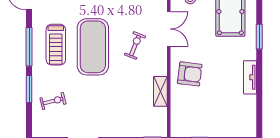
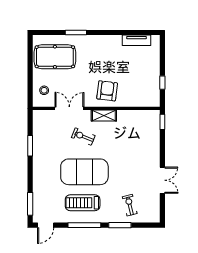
treadmill: (56, 45) -> (83, 203), turned 180
tv unit: (250, 77) -> (136, 40), moved
shelving: (160, 91) -> (104, 115), moved

